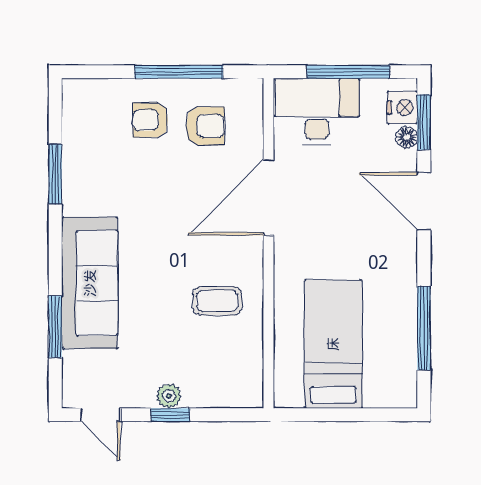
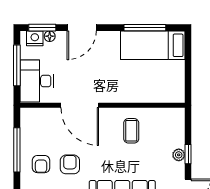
armchair: (205, 126) -> (70, 164), moved
bed: (333, 344) -> (153, 45), moved

